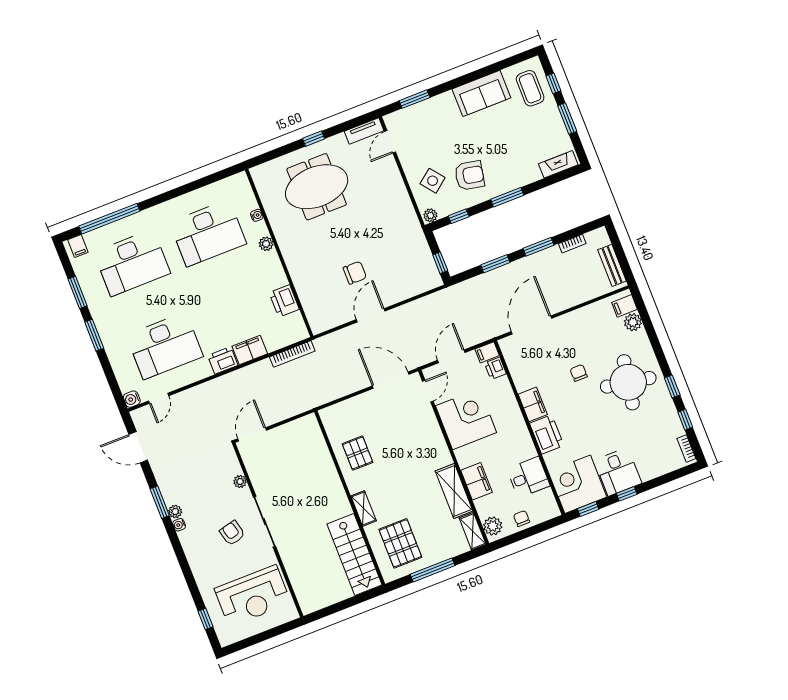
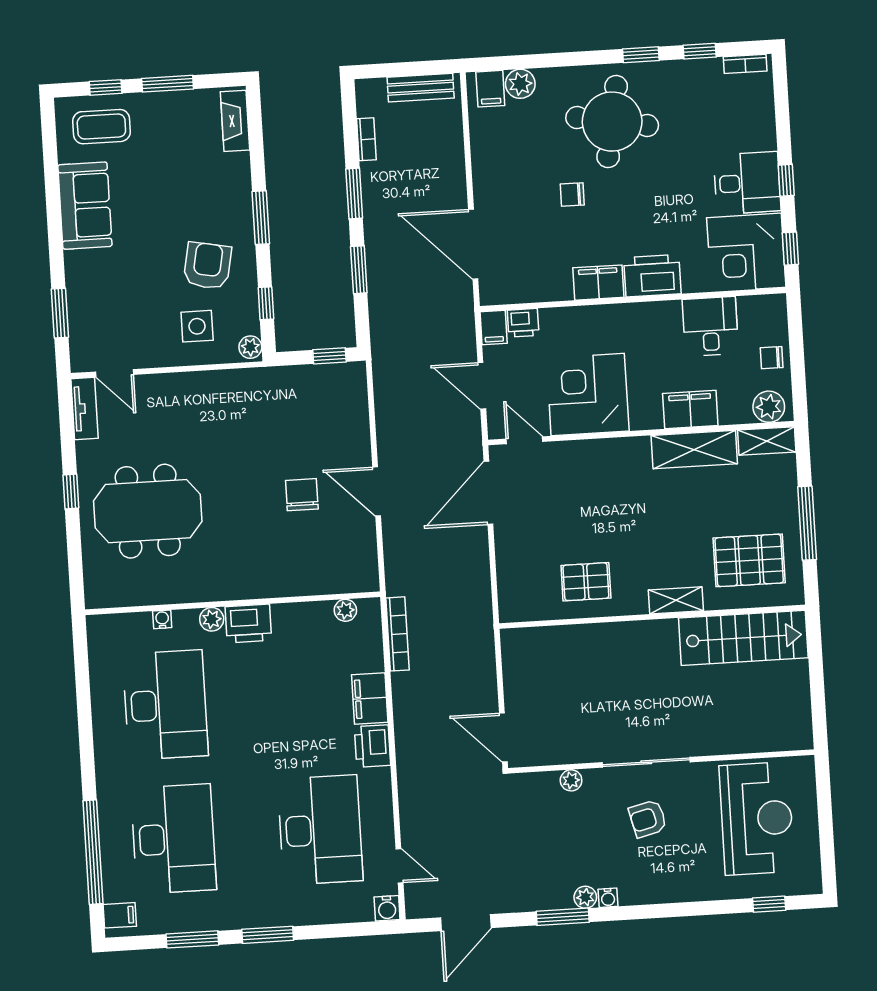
side table: (433, 181) -> (197, 326), turned 38
meeting table: (317, 187) -> (148, 511), turned 90
printer: (284, 301) -> (248, 623), moved
plant: (296, 319) -> (345, 610), added

